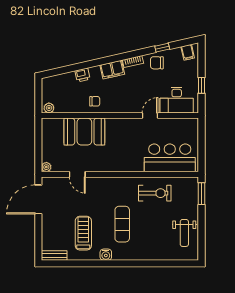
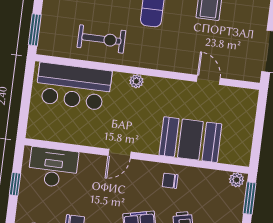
window: (38, 96) -> (250, 198), added
door: (150, 116) -> (119, 154), moved
plant: (46, 167) -> (136, 81), moved
exercise bike: (155, 193) -> (101, 39), turned 180

